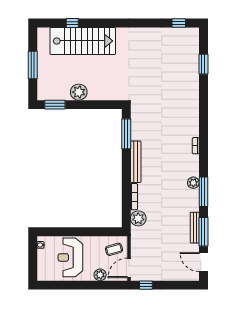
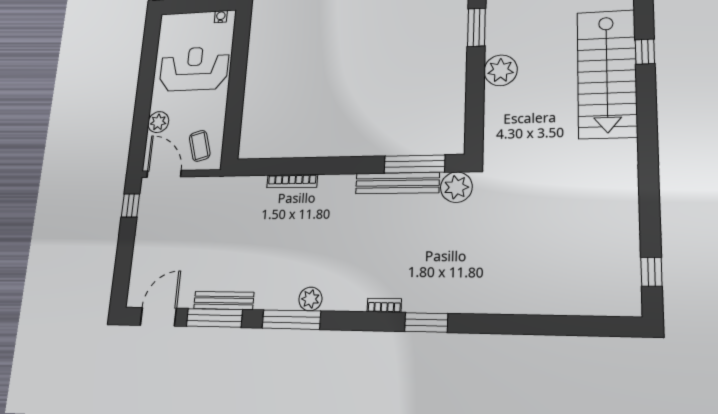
window: (203, 64) -> (426, 322), moved
bench: (136, 162) -> (397, 183), moved
plant: (138, 218) -> (456, 187), moved

